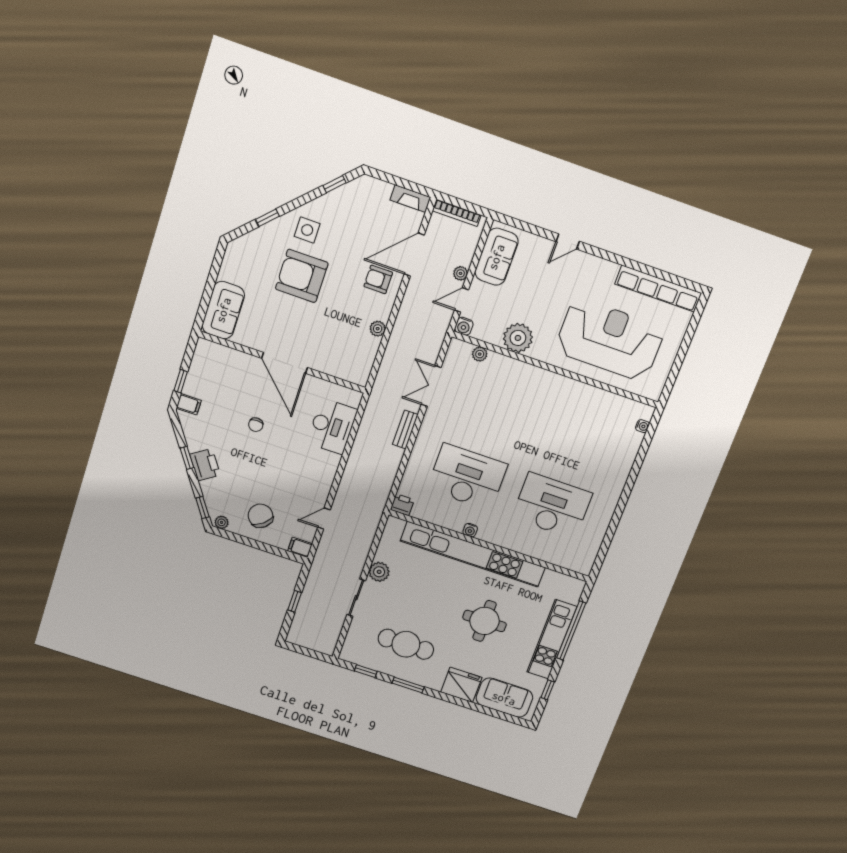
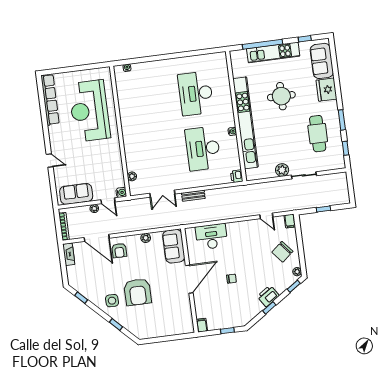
sofa: (223, 310) -> (174, 246), moved, turned -90
plant: (518, 338) -> (113, 160), removed
filing cabinet: (189, 404) -> (202, 325), moved

